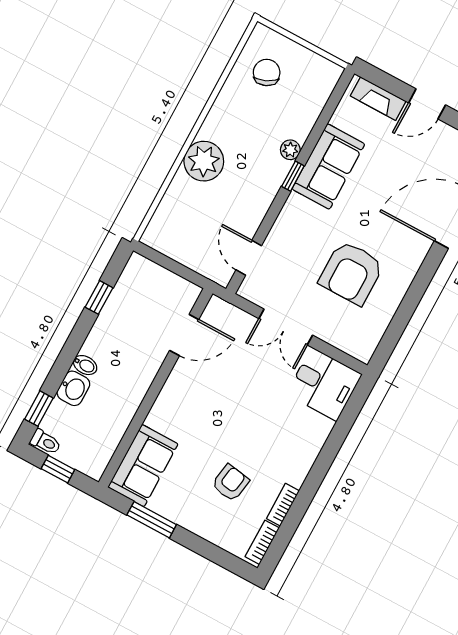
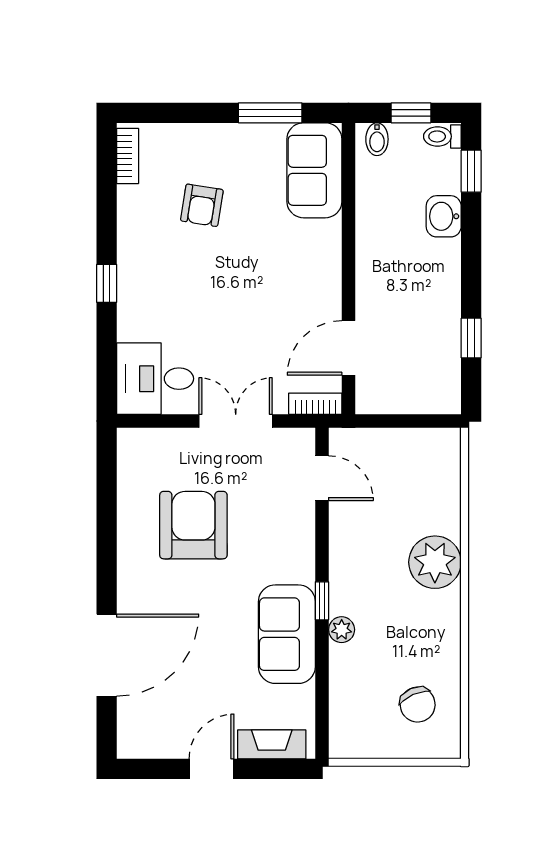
bidet: (85, 365) -> (377, 139), moved, turned -90
window: (322, 465) -> (107, 283), added
bookcase: (283, 505) -> (315, 404), moved, turned -90

